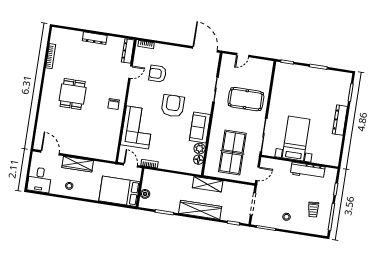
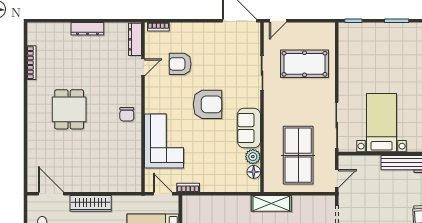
door: (243, 55) -> (278, 21), moved
pool table: (246, 99) -> (305, 64), moved
armchair: (173, 106) -> (208, 104), turned 90

